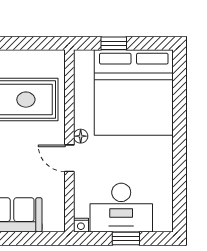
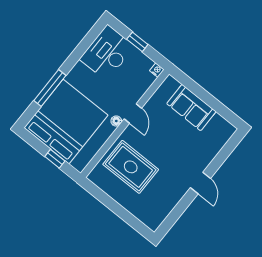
window: (180, 114) -> (50, 88), added
desk: (121, 208) -> (107, 53), moved, turned -90

